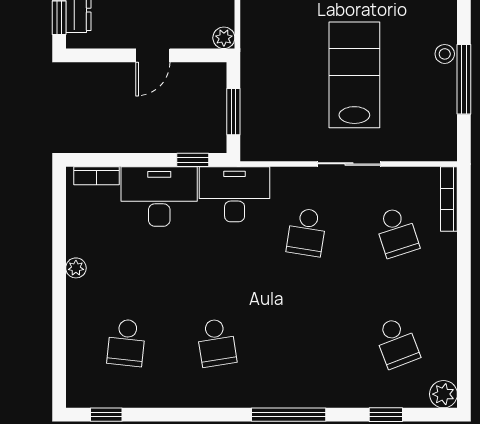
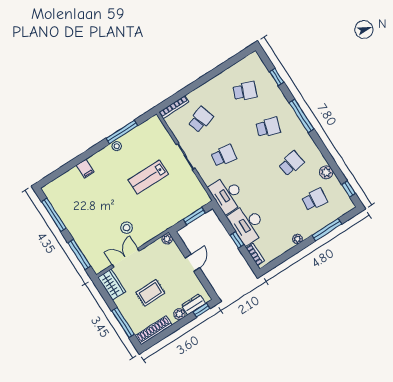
door: (153, 55) -> (192, 263), hinge flipped
lab bench: (354, 75) -> (148, 177), width x0.73, depth x0.72
window: (193, 160) -> (237, 240), moved
window: (59, 330) -> (327, 230), added
school desk: (307, 343) -> (268, 127), added
school desk: (397, 343) -> (245, 91), turned 42
plant: (443, 394) -> (326, 172), moved

